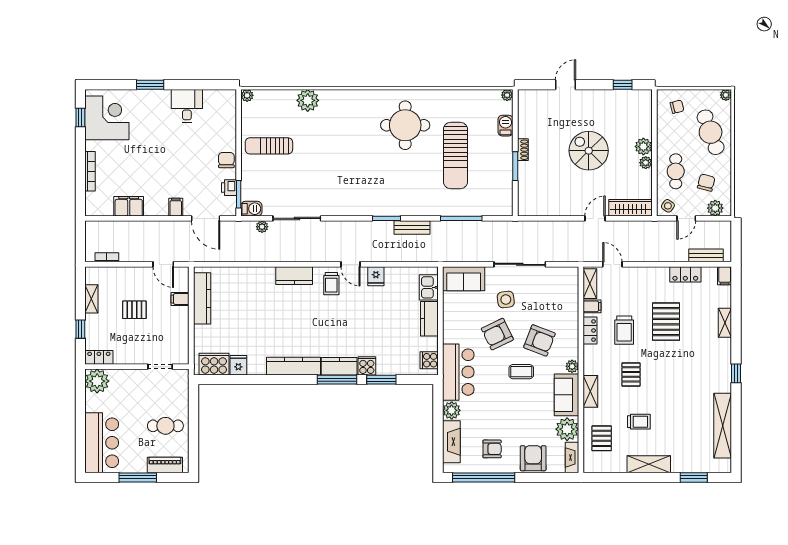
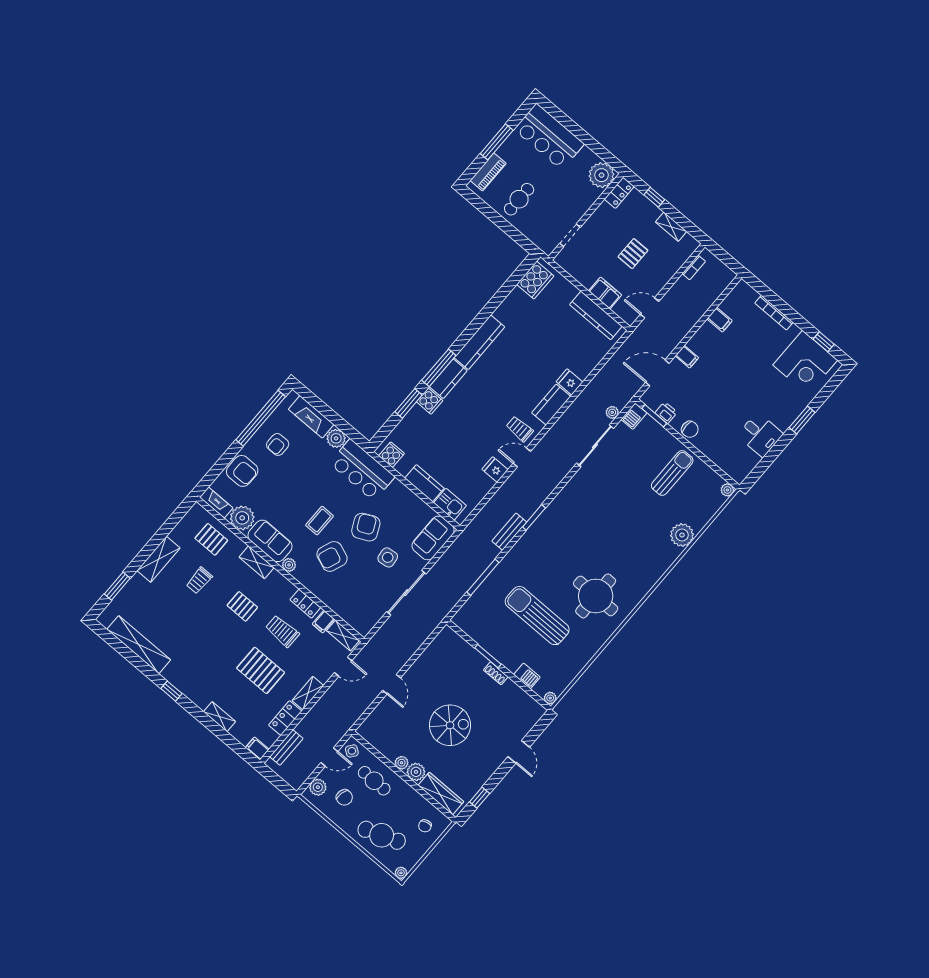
filing cabinet: (129, 206) -> (720, 320), width x0.50
wardrobe: (630, 208) -> (441, 793), moved, turned -90
door: (686, 218) -> (329, 757), swing flipped
shelving: (653, 273) -> (308, 693), added
filing cabinet: (180, 299) -> (605, 293), width x2.00
fridge: (238, 365) -> (570, 382), moved, turned 180

